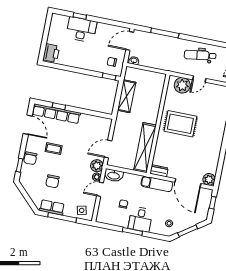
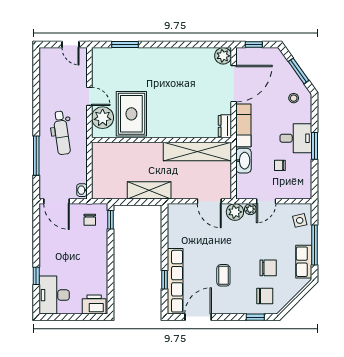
desk: (81, 30) -> (54, 295), moved
dental chair: (200, 55) -> (62, 133), moved
shelving: (127, 96) -> (149, 190), moved
rug: (180, 124) -> (131, 114), moved
chair: (30, 158) -> (265, 296), moved
washbasin: (114, 175) -> (244, 161), moved
door: (100, 189) -> (266, 201), hinge flipped

